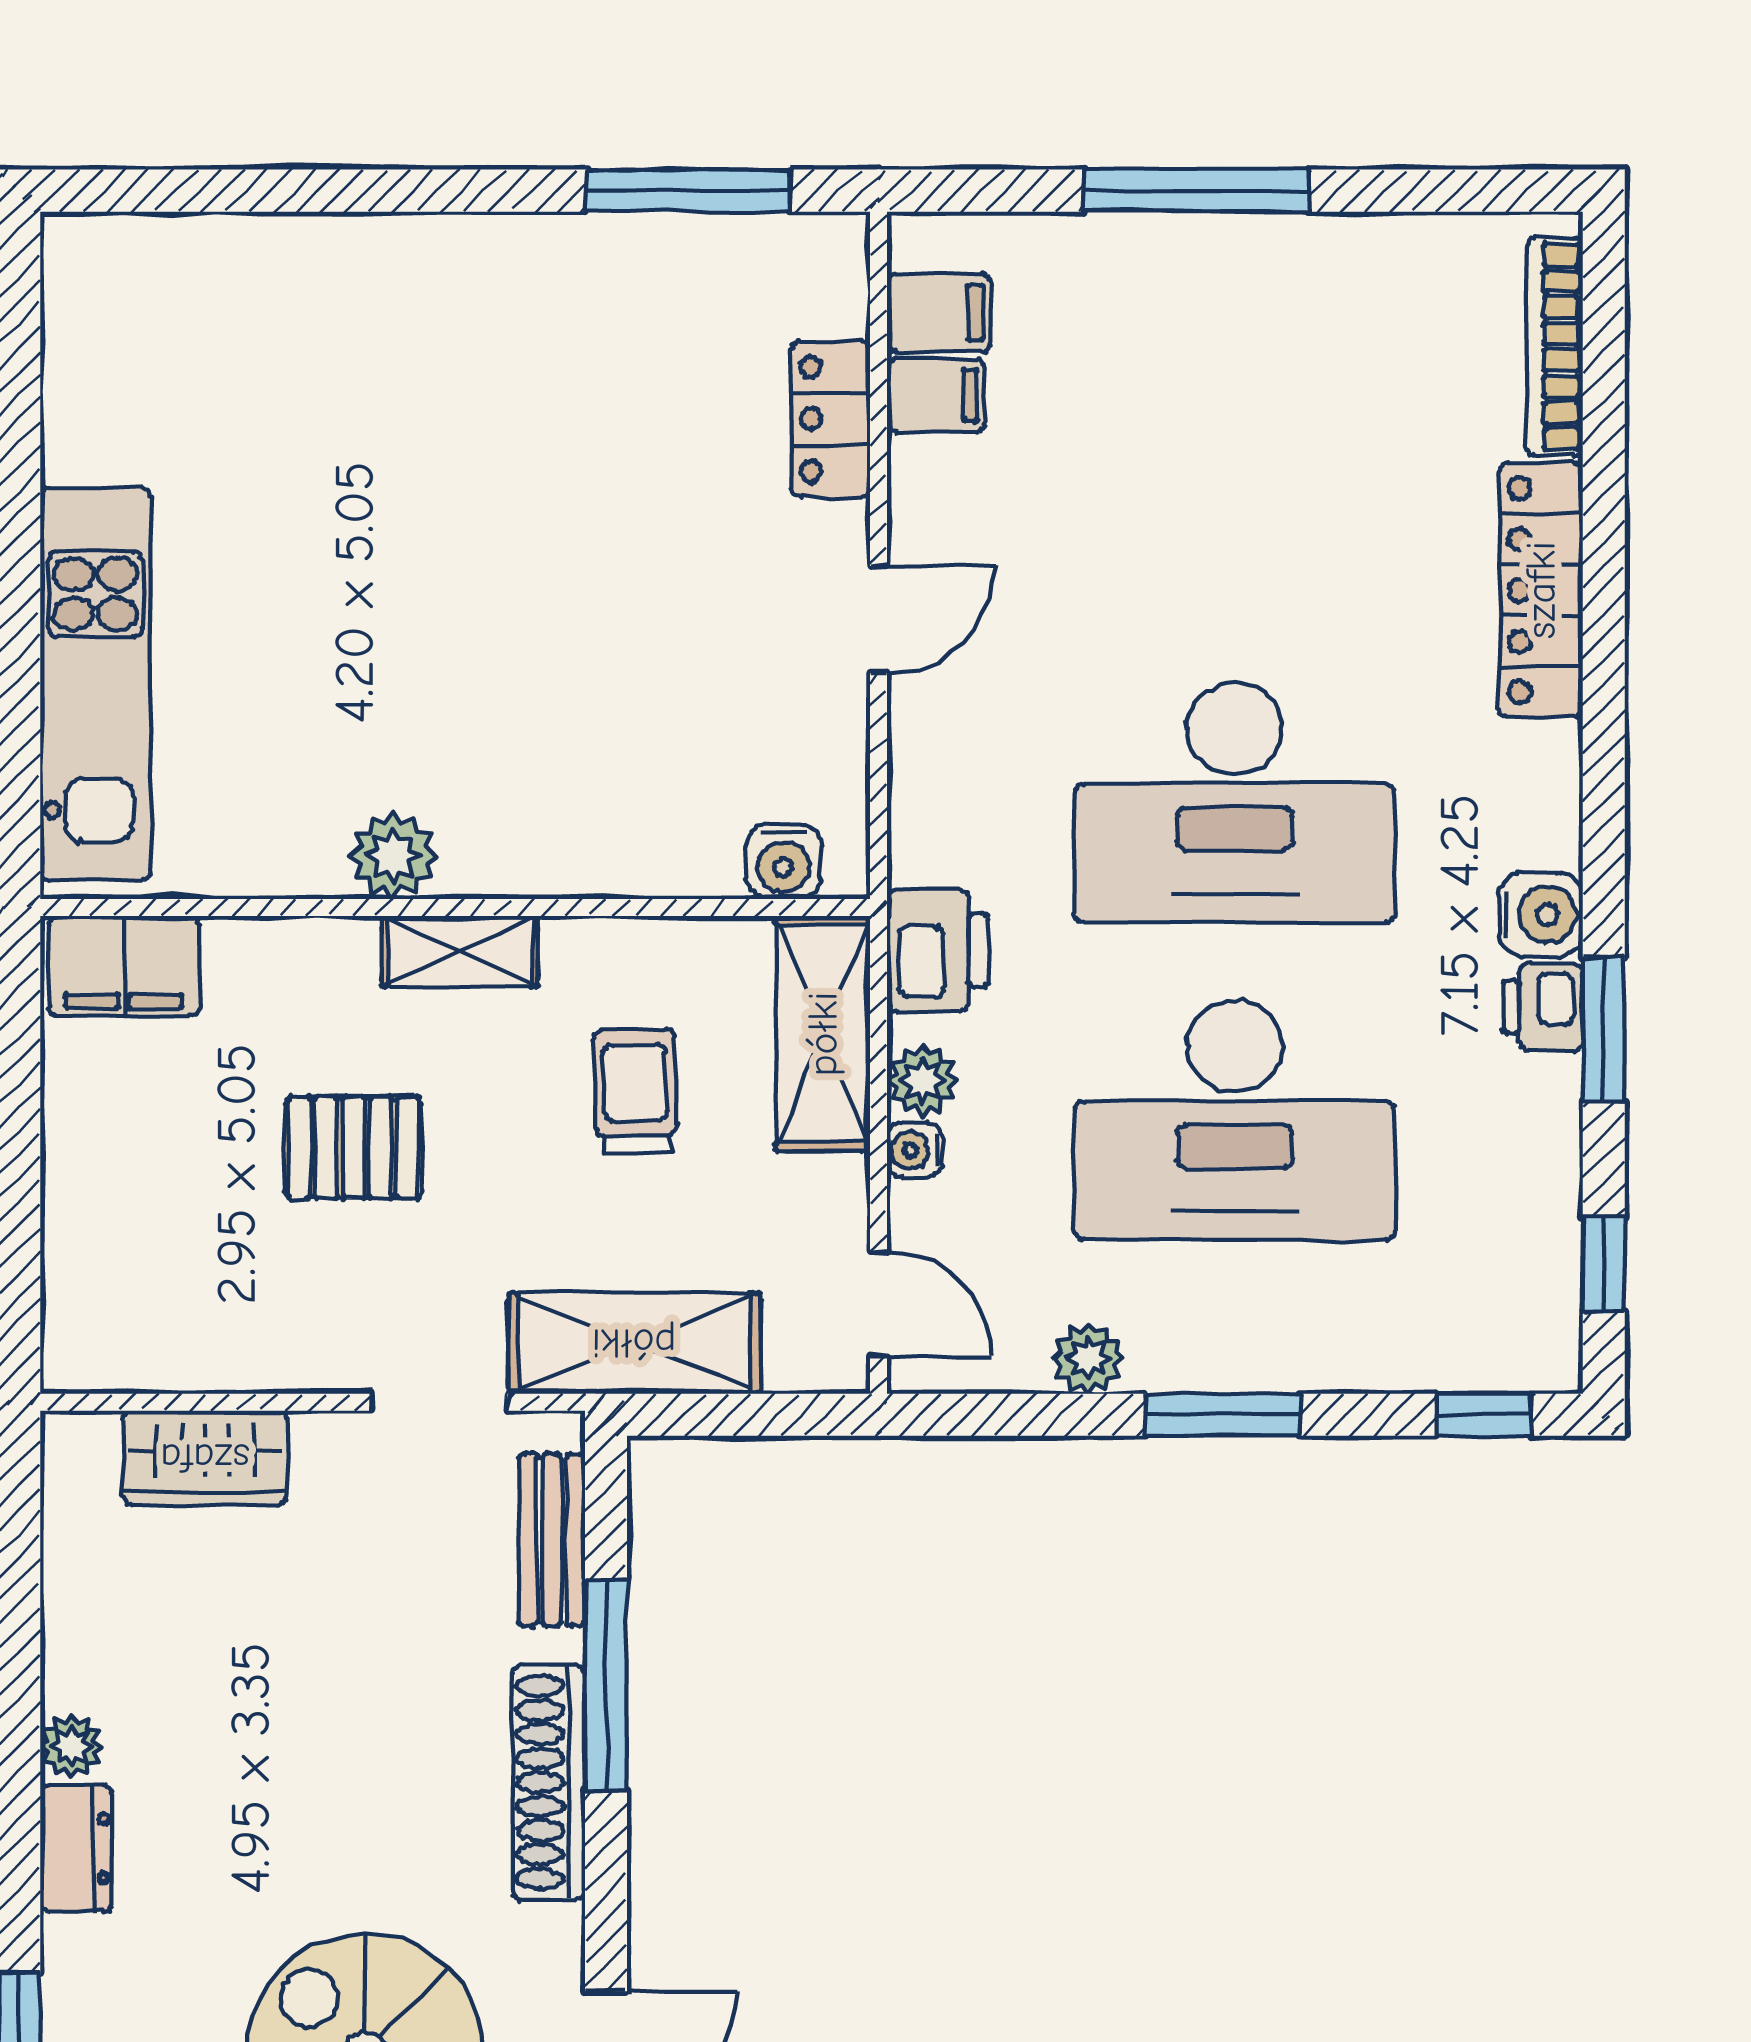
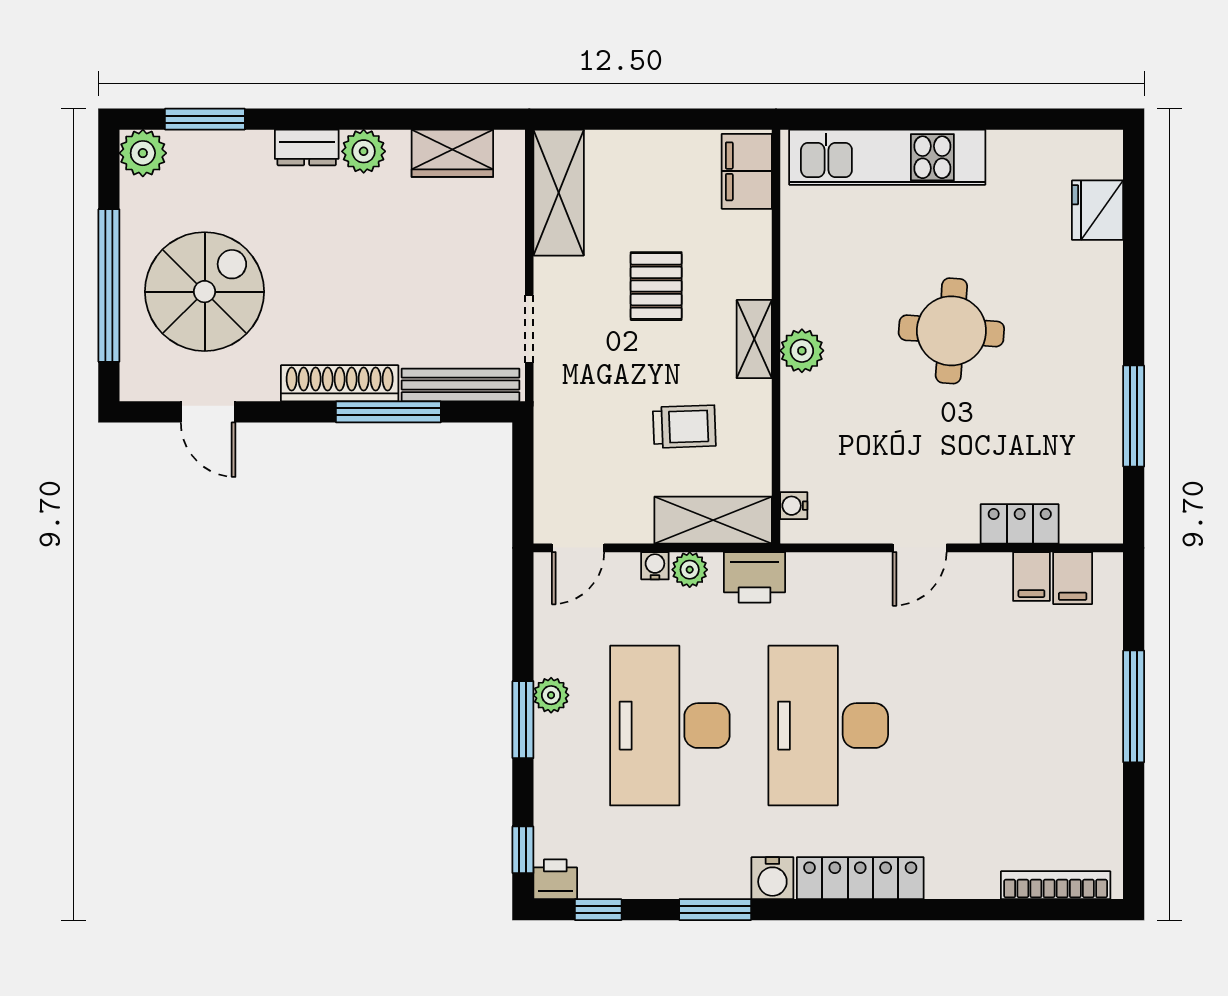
window: (688, 191) -> (1134, 416), moved
fridge: (202, 263) -> (1098, 210), added
round table: (443, 556) -> (951, 331), added
locker: (1541, 590) -> (860, 878), moved
door: (878, 620) -> (920, 548), hinge flipped
plant: (393, 856) -> (802, 351), moved
water cooler: (784, 862) -> (794, 506), width x0.72, depth x0.72
printer: (1543, 1007) -> (555, 879), moved
shelving: (634, 1343) -> (559, 193), moved
plant: (1088, 1358) -> (551, 695), moved
wardrobe: (205, 1458) -> (452, 153), moved, turned -90
bench: (552, 1540) -> (461, 385), width x1.36
plant: (72, 1746) -> (364, 151), width x1.38, depth x1.38

